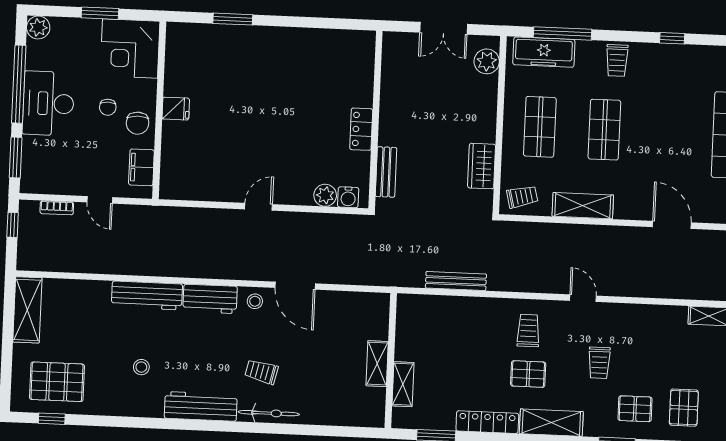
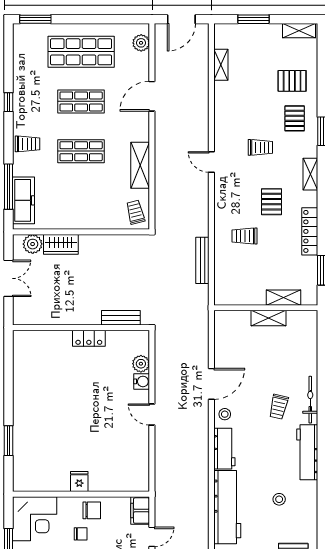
shop shelf: (540, 127) -> (81, 101), moved
wardrobe: (482, 166) -> (61, 244), moved
filing cabinet: (141, 167) -> (140, 511), moved, turned 90
water cooler: (348, 197) -> (142, 381), moved
workbench: (147, 295) -> (227, 507), width x1.36, depth x1.32
door: (583, 298) -> (211, 162), hinge flipped
trolley: (528, 331) -> (245, 236), moved
shelving: (551, 423) -> (310, 174), width x0.67, depth x0.75

